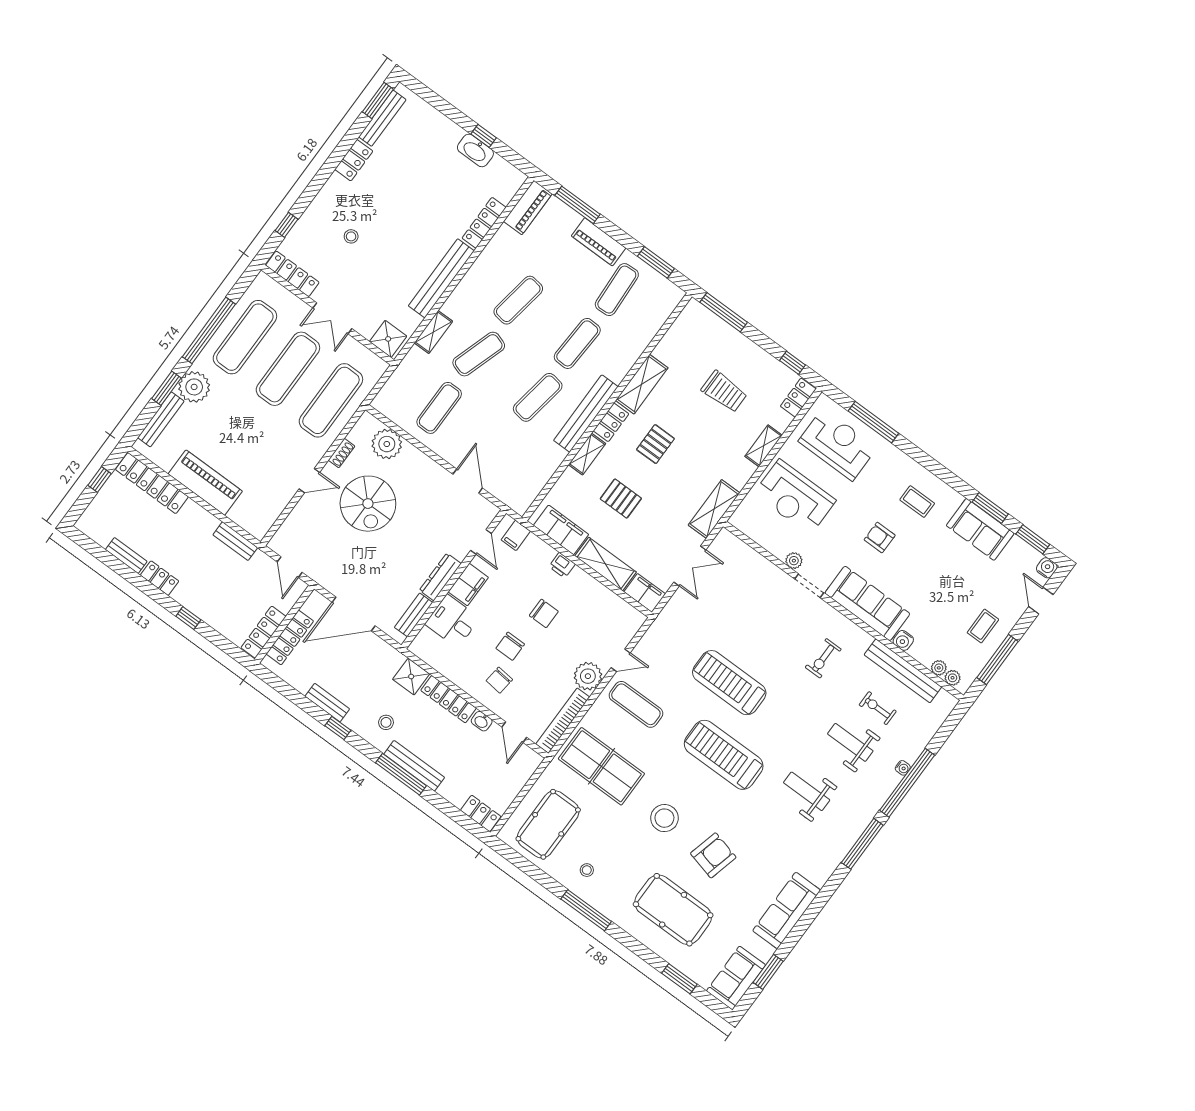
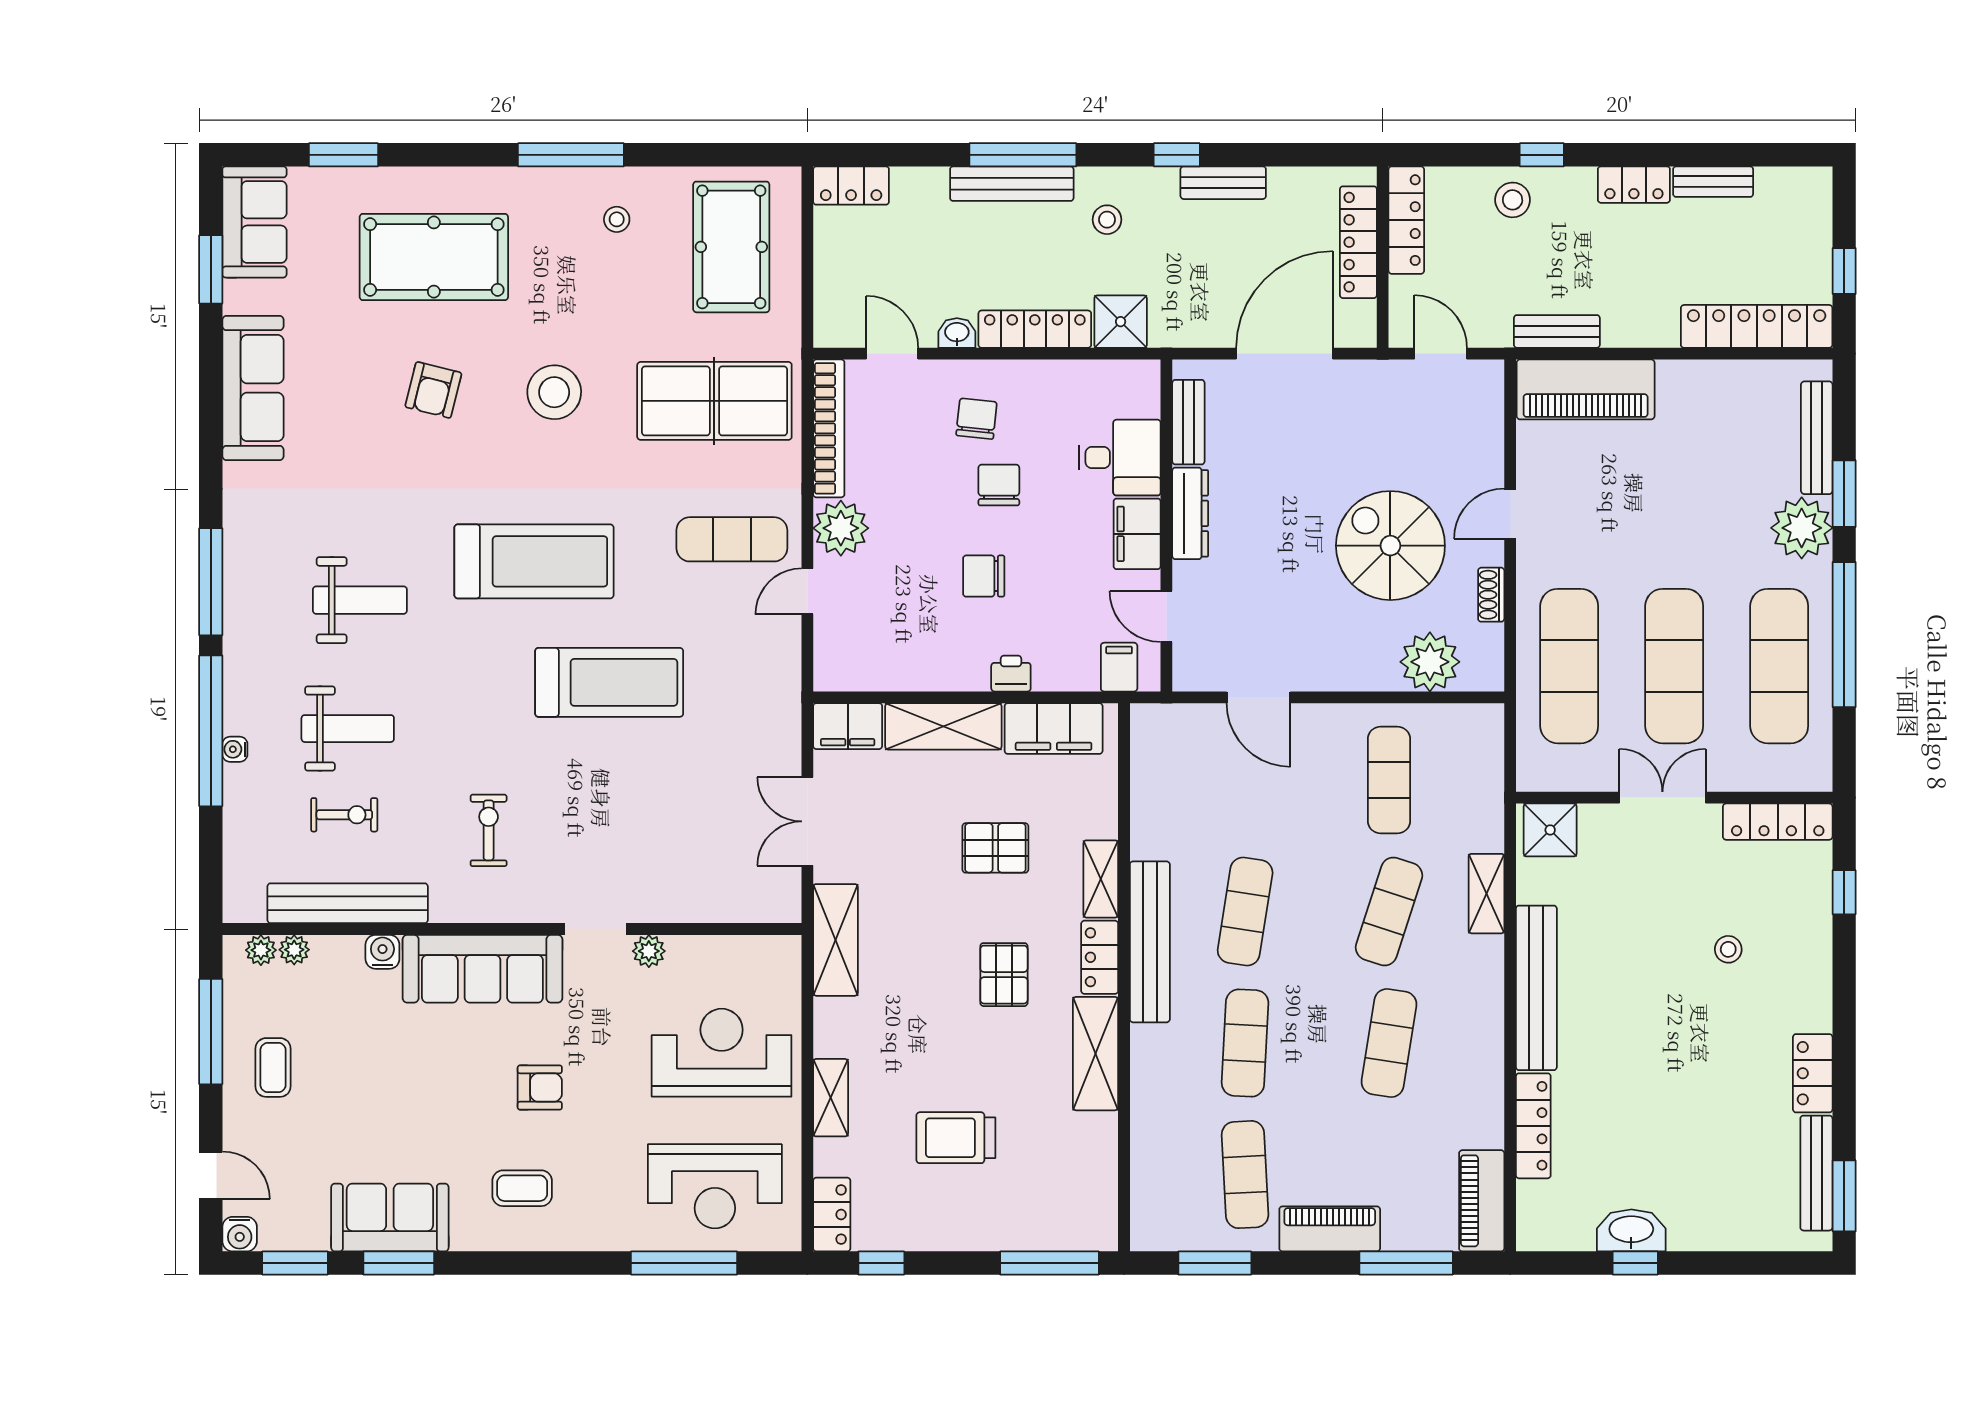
piano: (205, 483) -> (1586, 389), moved
stool: (214, 608) -> (1513, 200), added
armchair: (713, 855) -> (433, 390), width x0.72, depth x0.72

